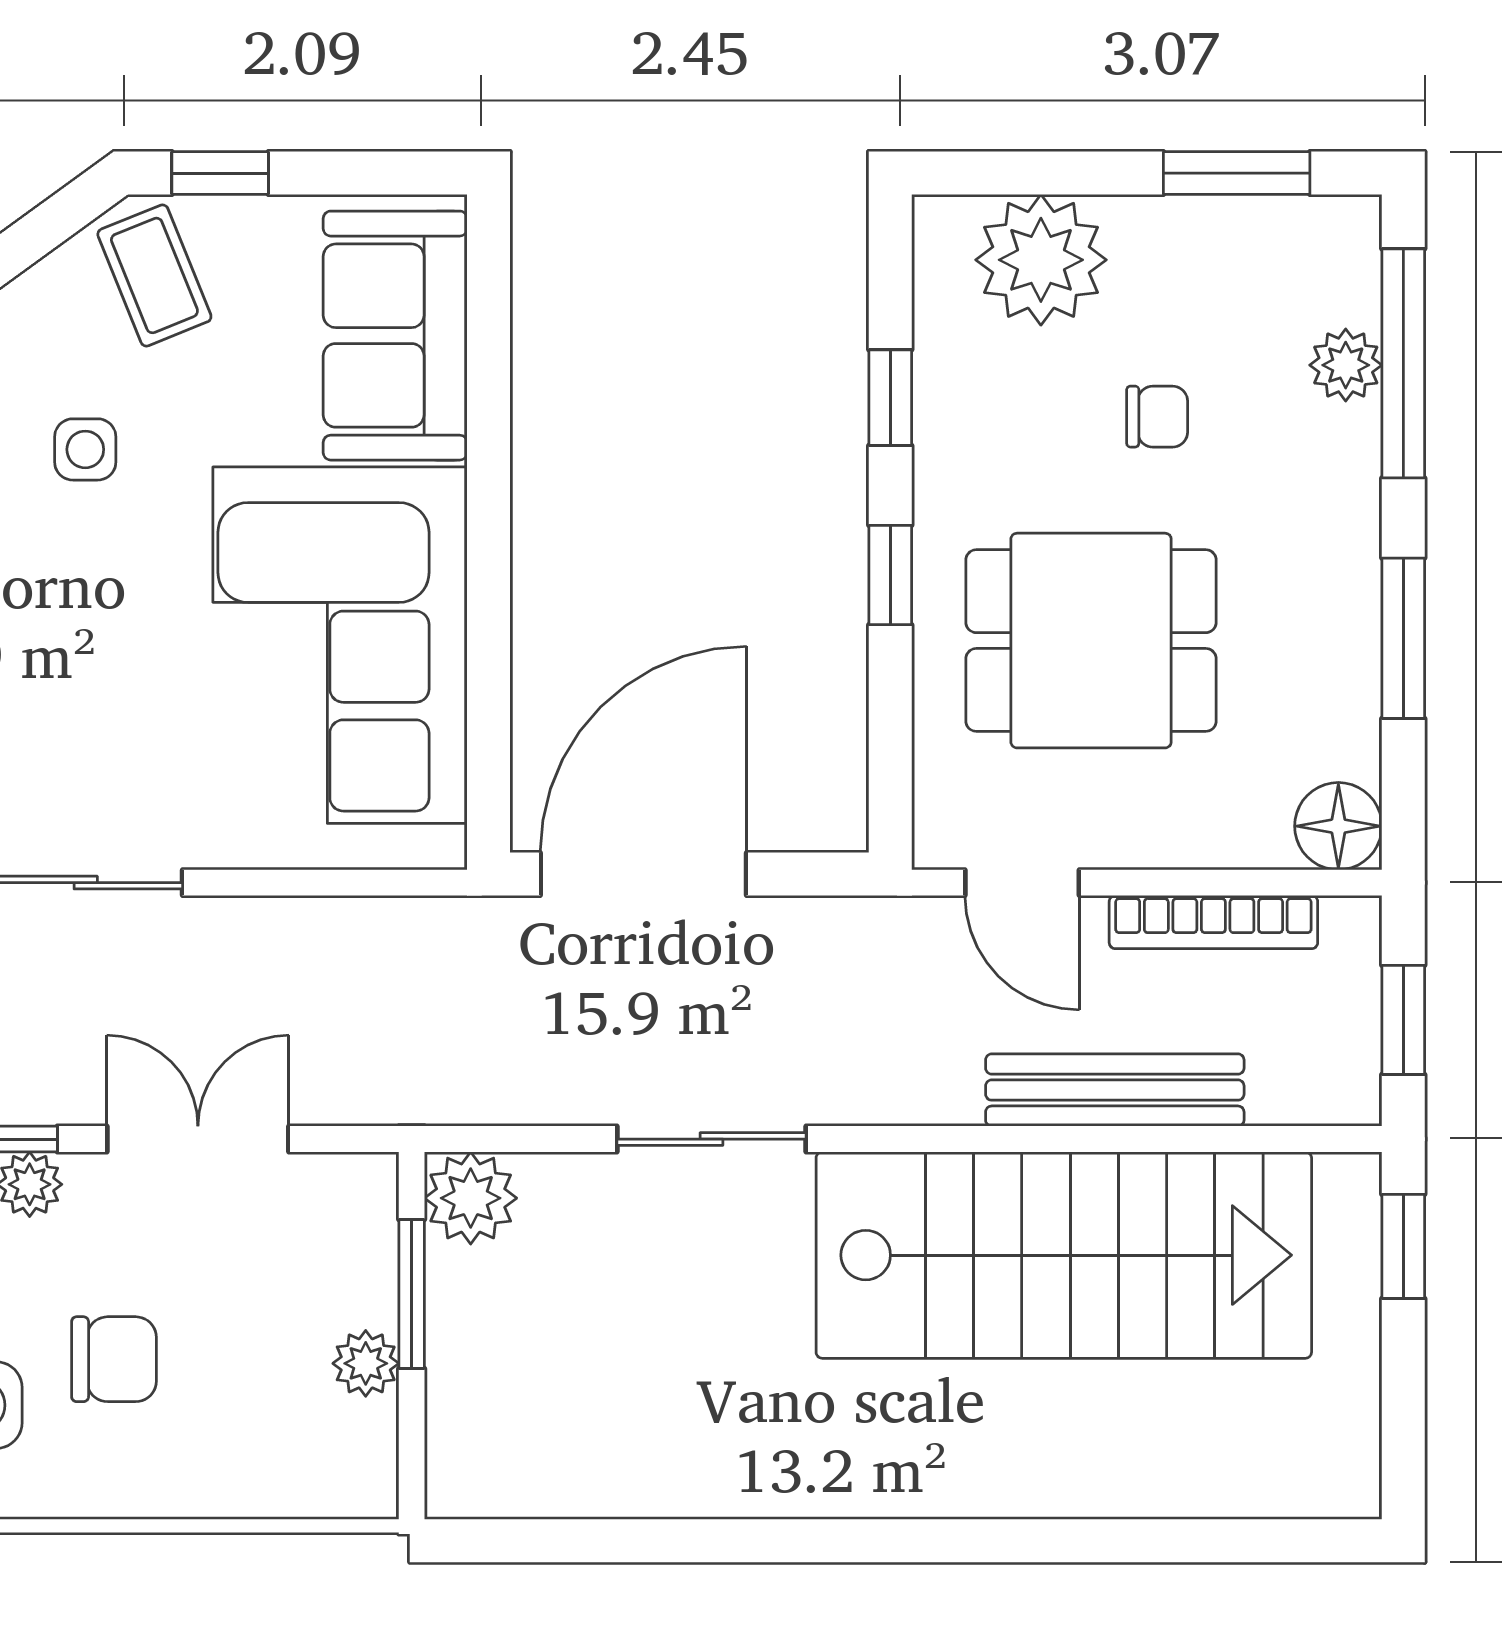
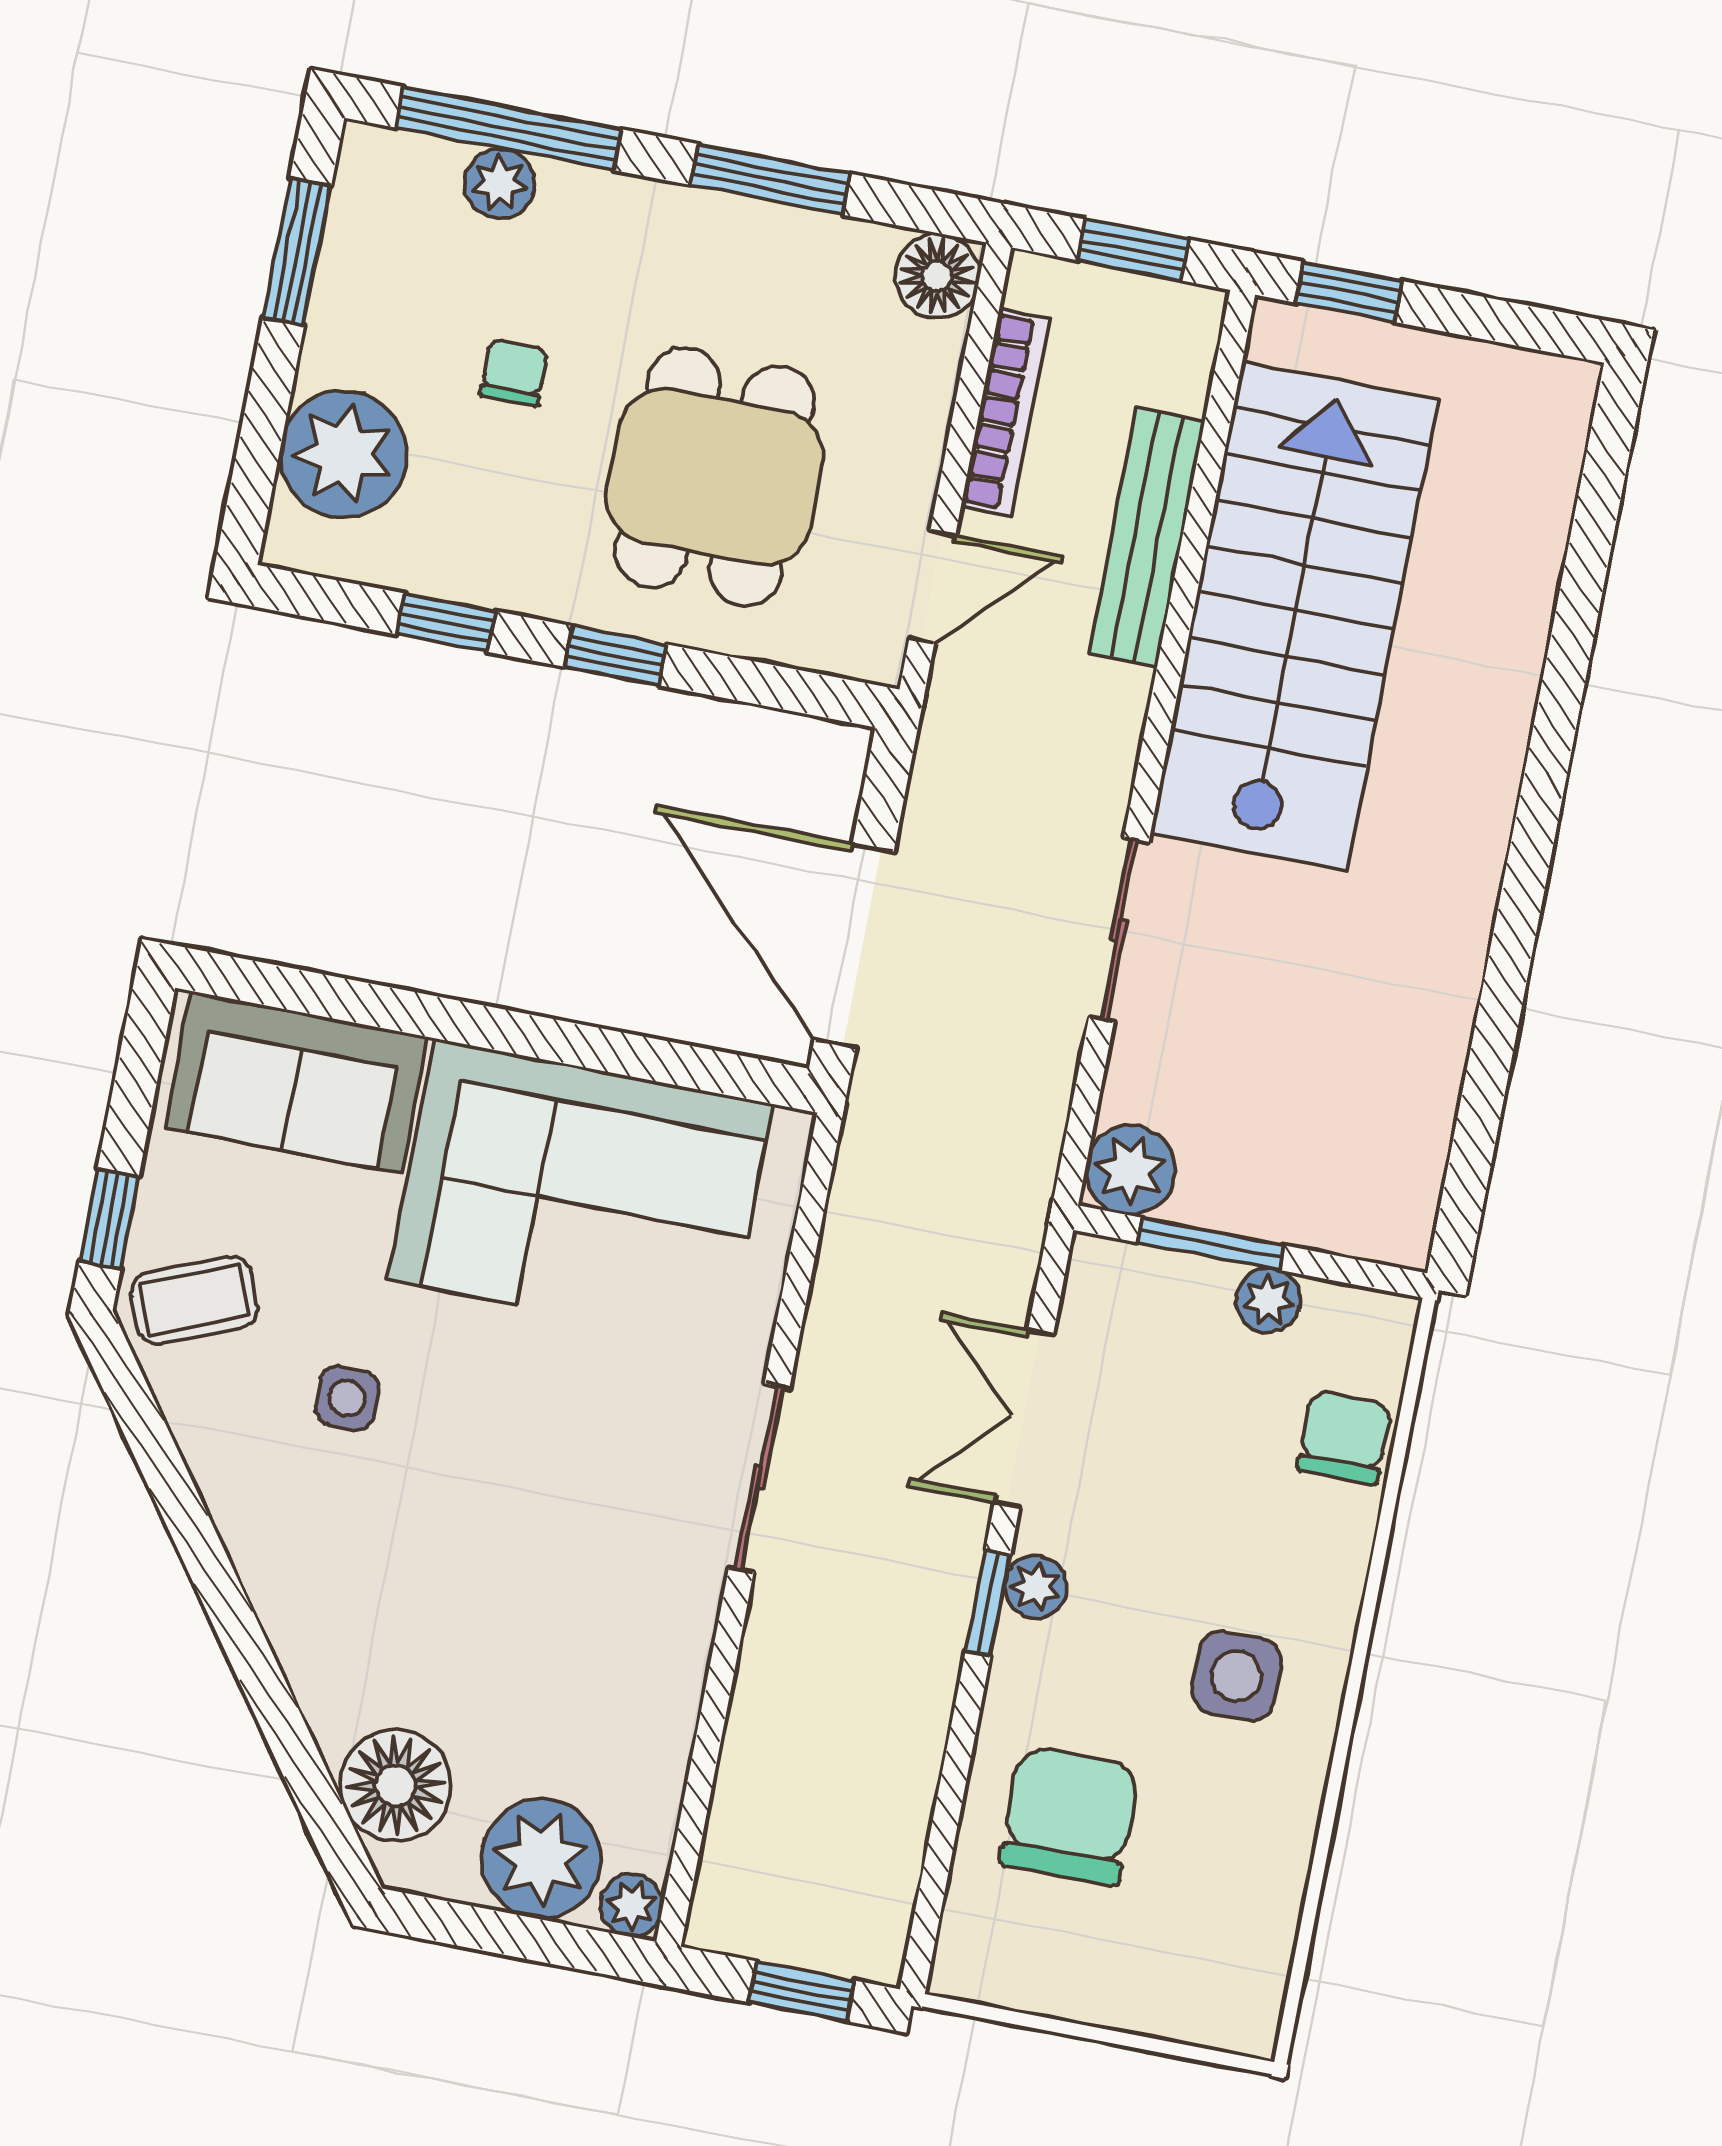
chair: (114, 1359) -> (1344, 1437), moved

